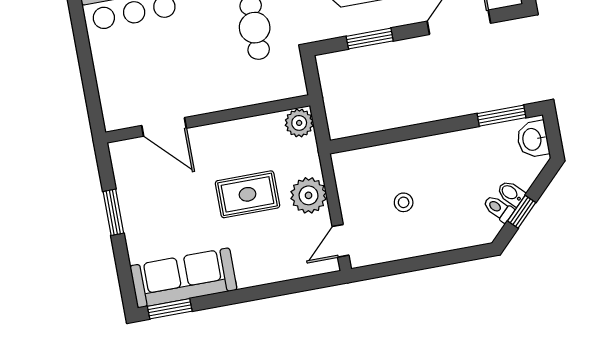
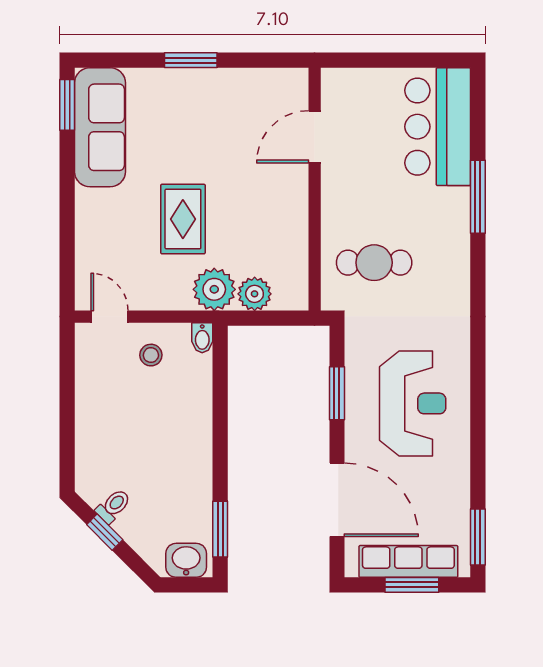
wall: (208, 119) -> (315, 189), moved
door: (164, 127) -> (315, 137), moved
bidet: (511, 193) -> (202, 338), moved, turned 135
plant: (309, 195) -> (214, 289), moved
stool: (404, 202) -> (151, 355), moved

